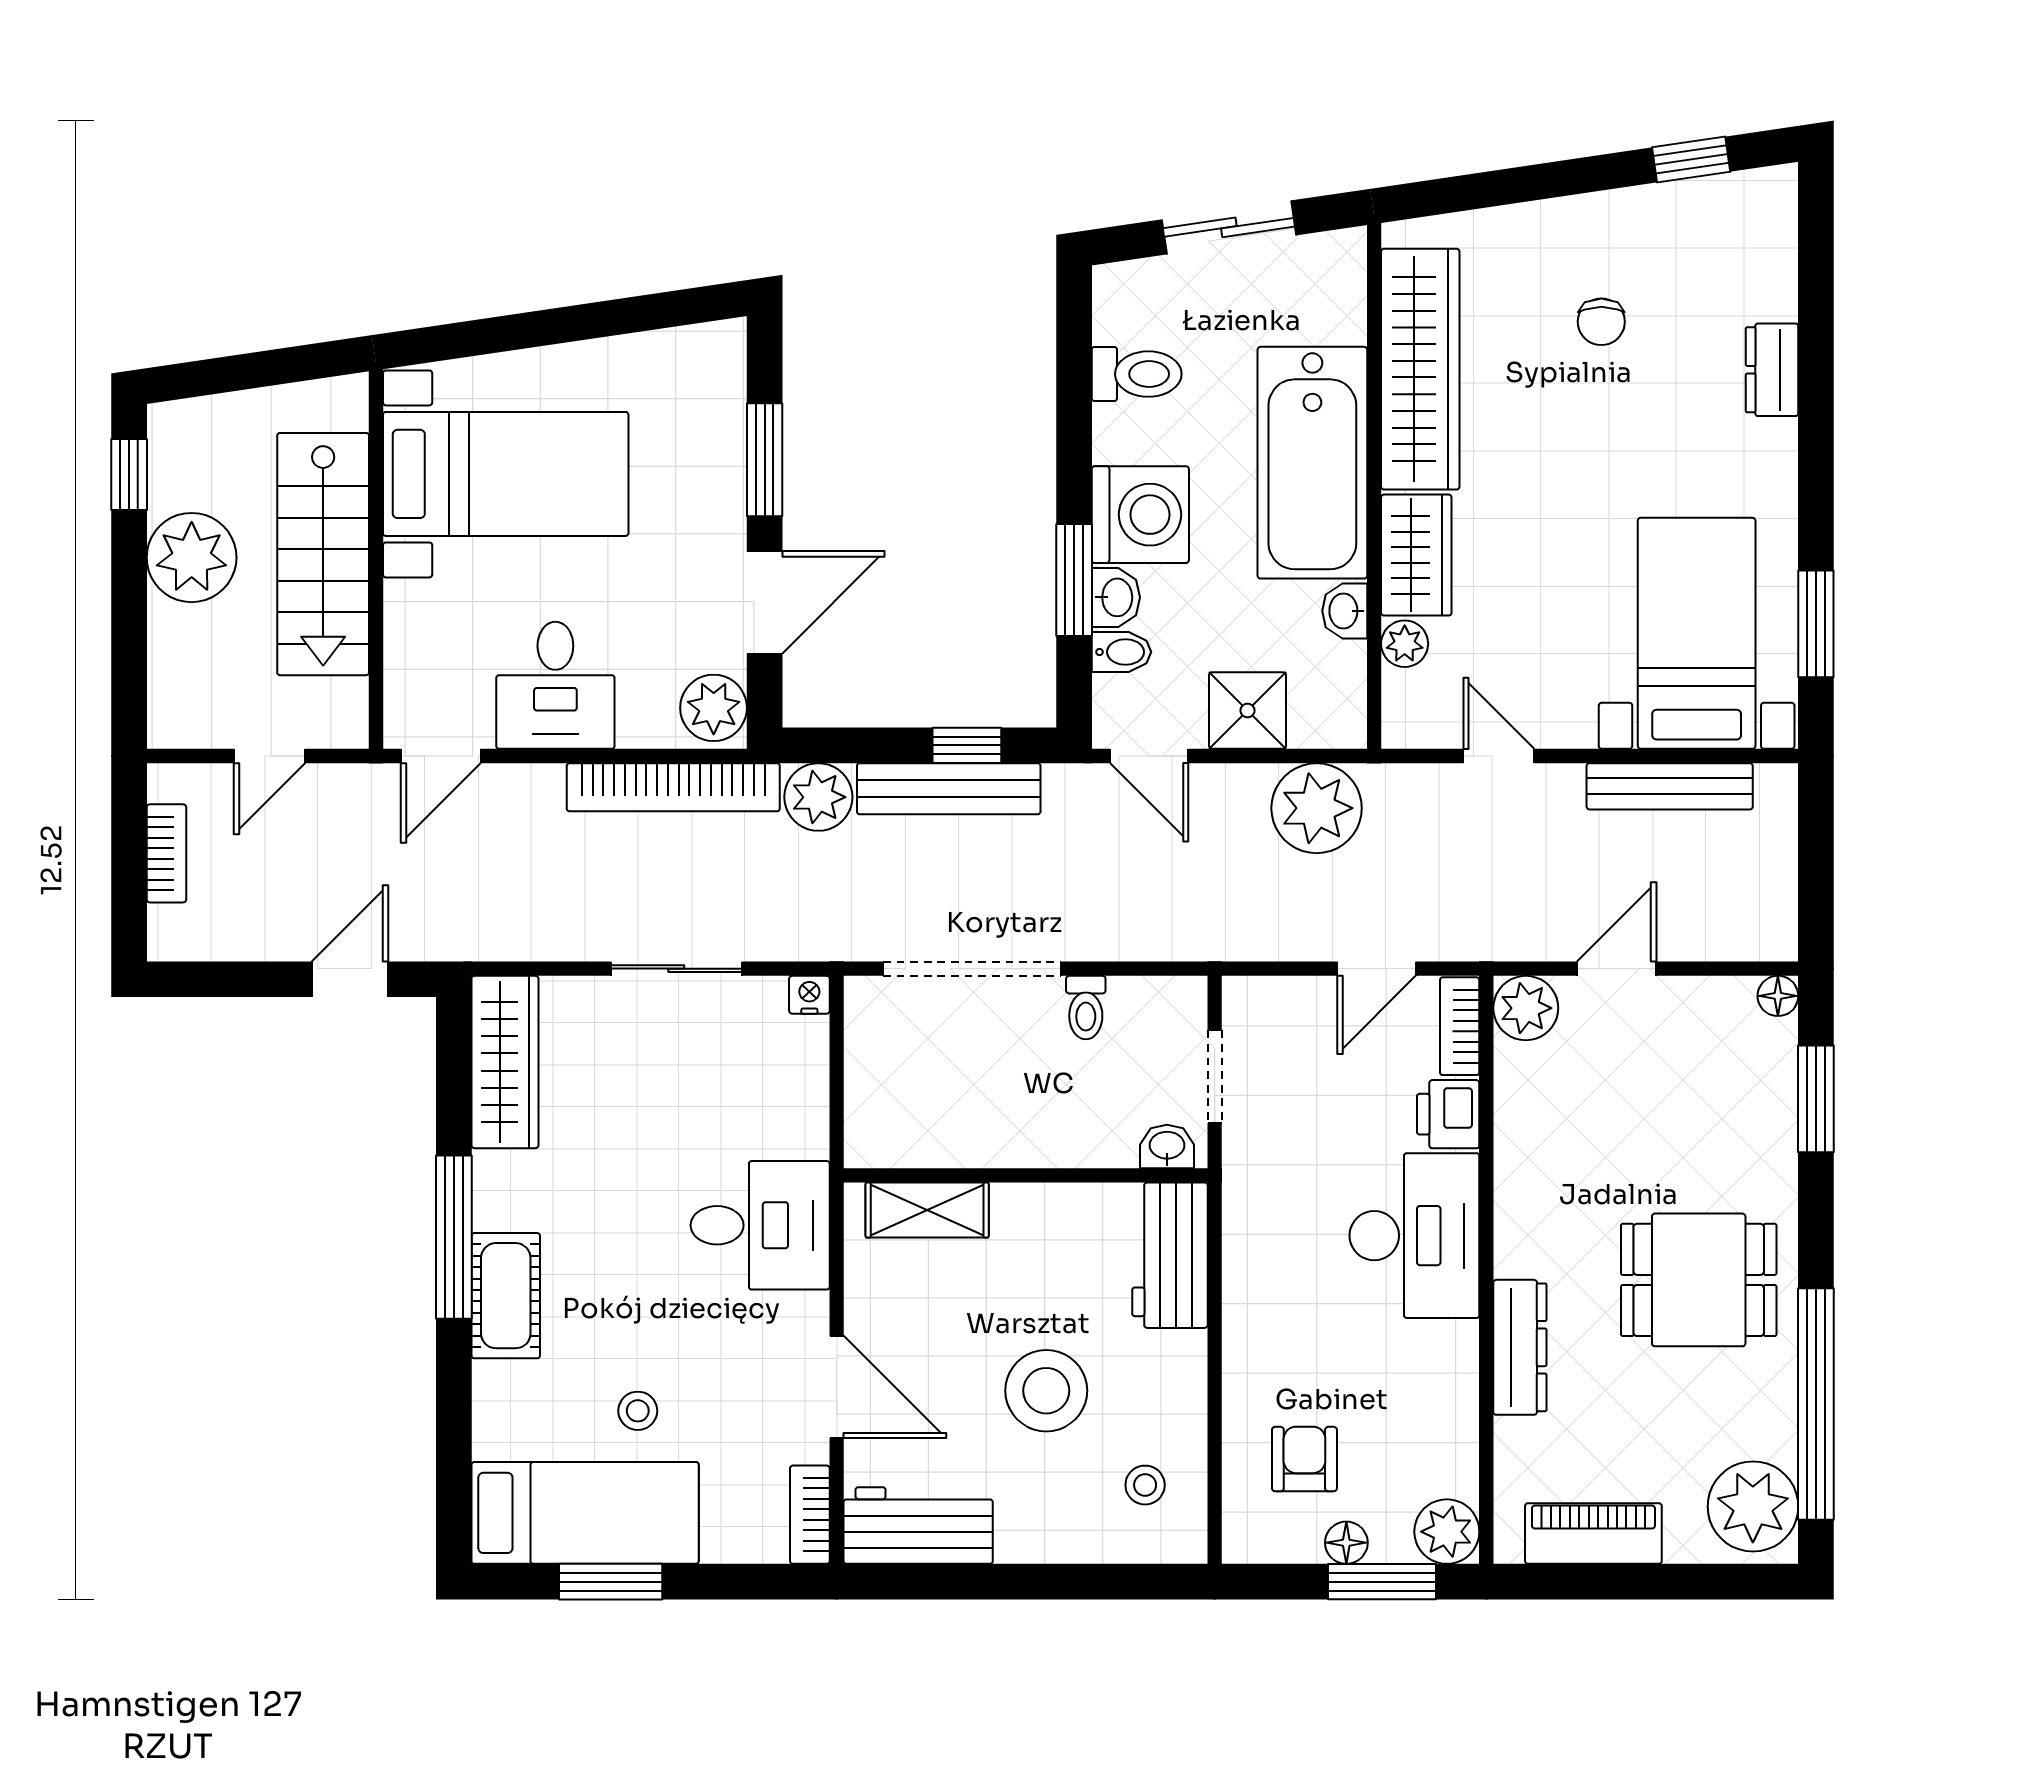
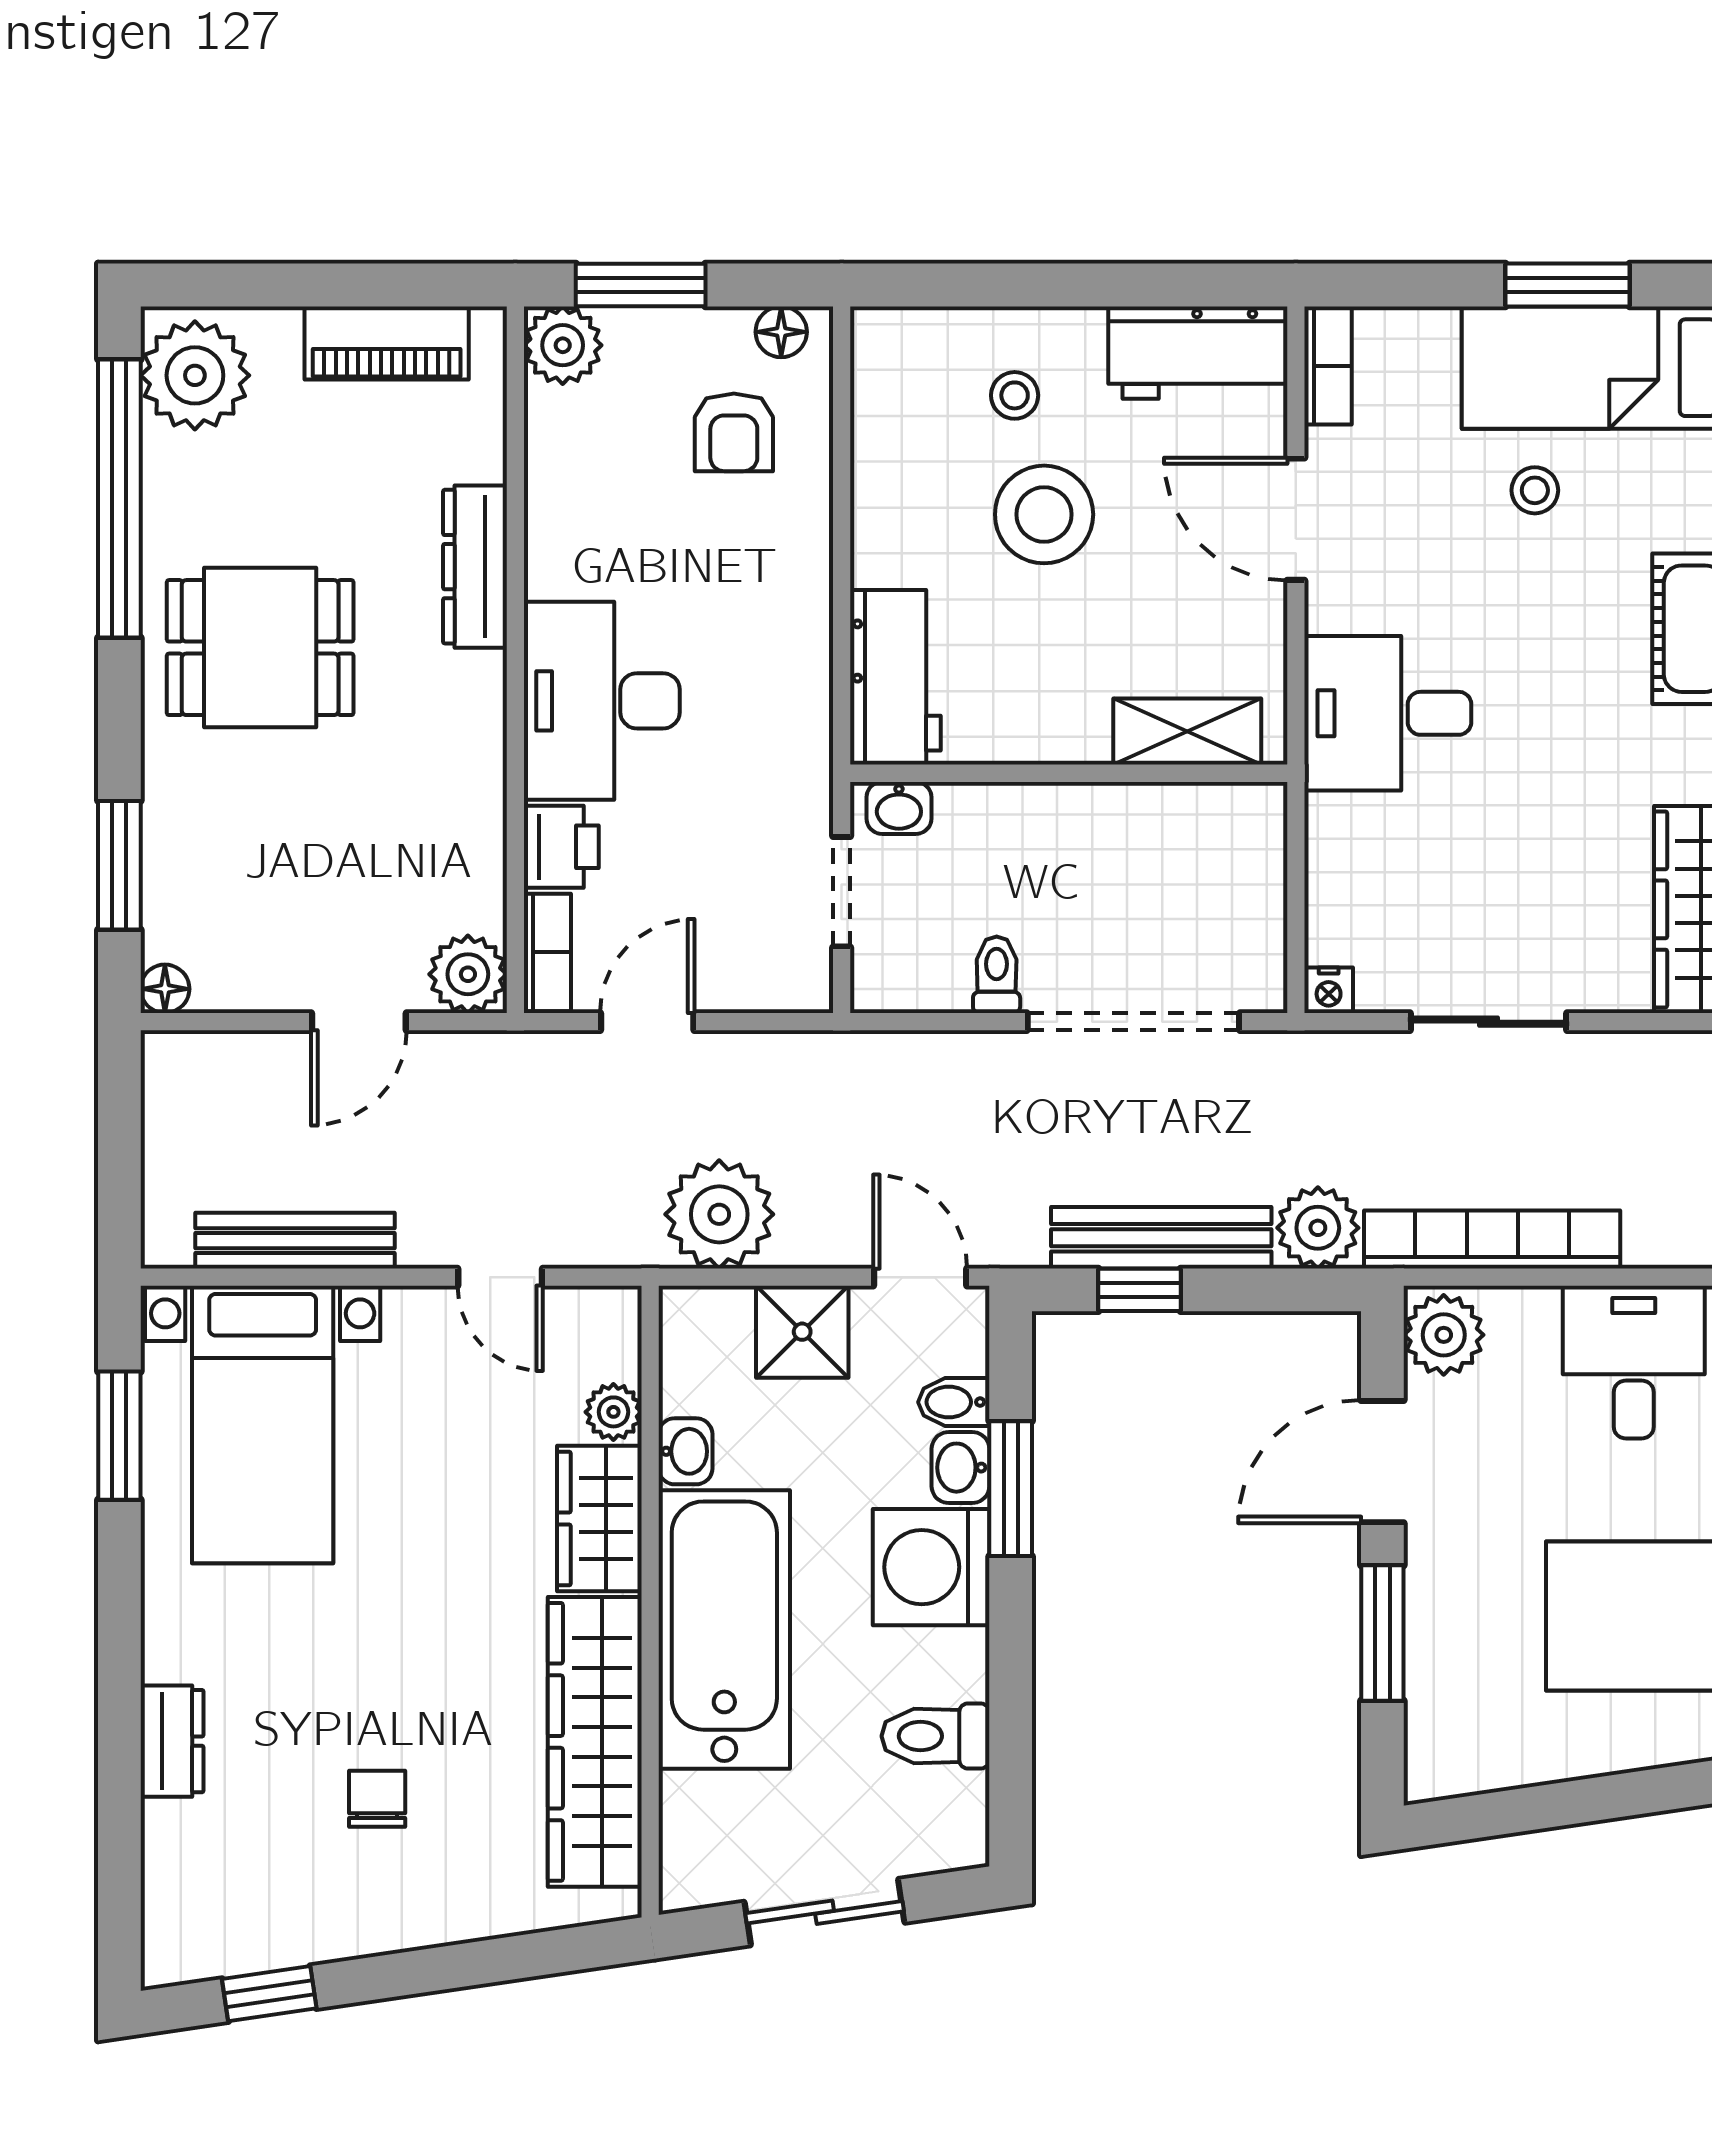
stool: (1145, 1485) -> (1015, 395), moved
floor lamp: (1346, 1543) -> (781, 332), moved

